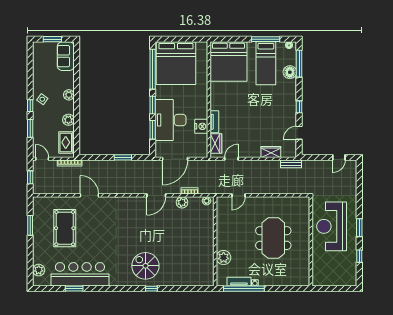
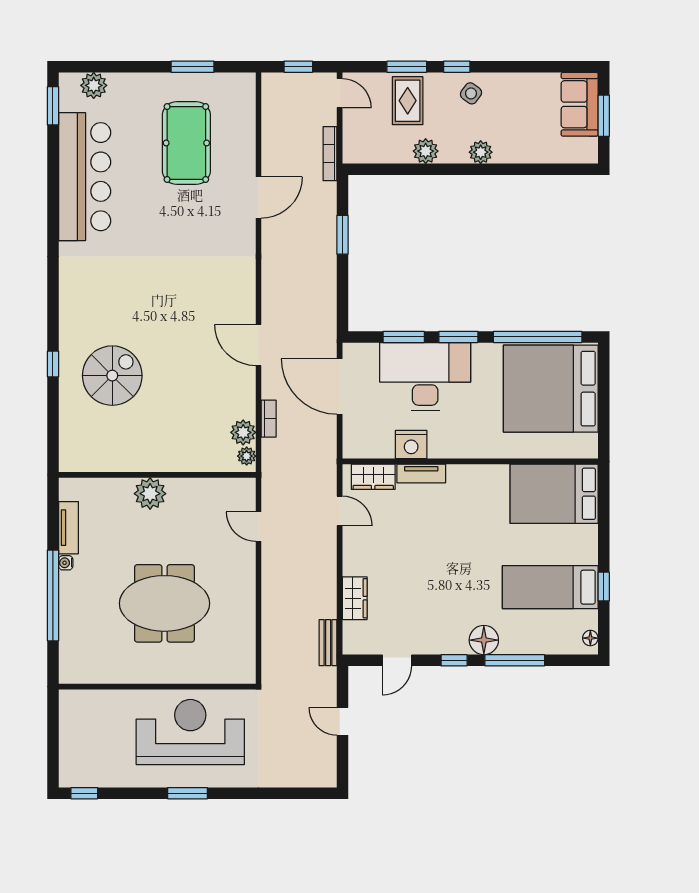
window: (266, 39) -> (604, 587), width x0.46
sofa: (66, 56) -> (580, 104), moved, turned -90
bed: (228, 62) -> (554, 494), width x0.73
window: (299, 64) -> (515, 660), moved
floor lamp: (290, 72) -> (484, 640), moved
door: (299, 133) -> (397, 660), swing flipped
rug: (66, 142) -> (408, 101), moved, turned 90
window: (123, 157) -> (342, 235), moved
door: (339, 157) -> (342, 721), moved
door: (42, 159) -> (340, 93), hinge flipped
plant: (182, 202) -> (243, 432), moved
pool table: (65, 228) -> (186, 143), turned 90
window: (359, 256) -> (84, 793), moved
plant: (224, 258) -> (150, 494), moved
spiral stairs: (145, 266) -> (112, 376), moved
window: (74, 289) -> (53, 106), moved
window: (151, 289) -> (53, 364), moved
window: (244, 289) -> (53, 595), moved

